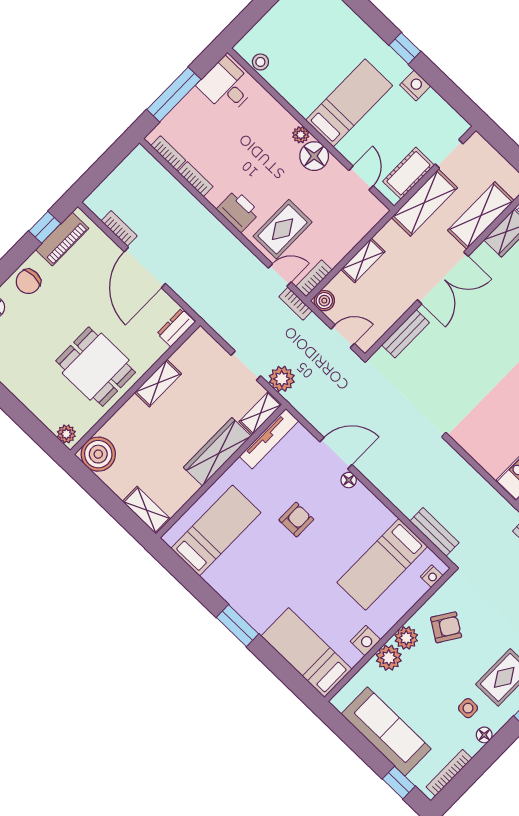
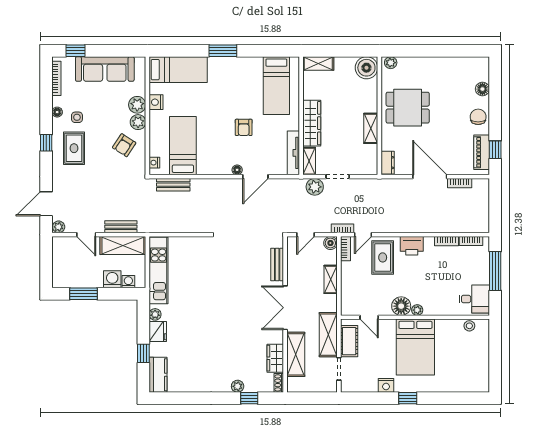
bed: (349, 103) -> (415, 347), width x1.50

